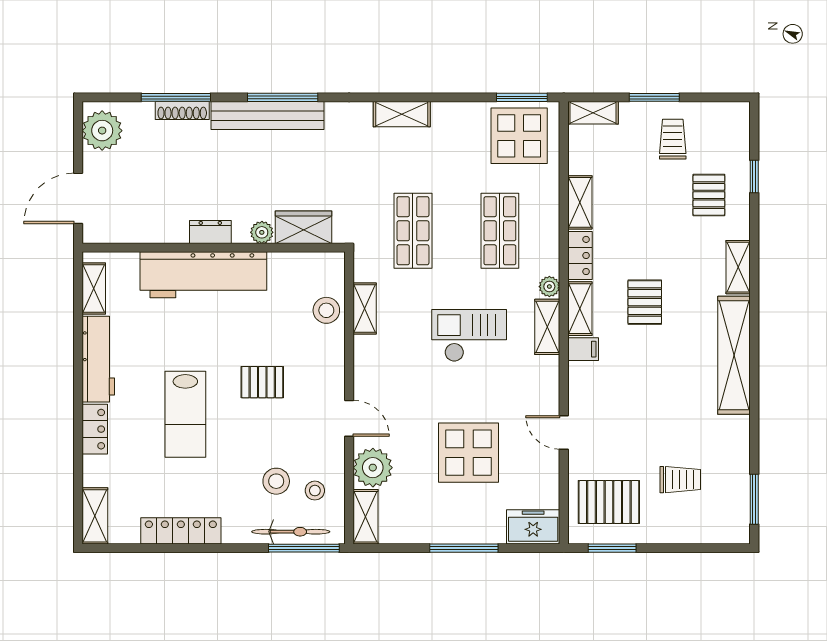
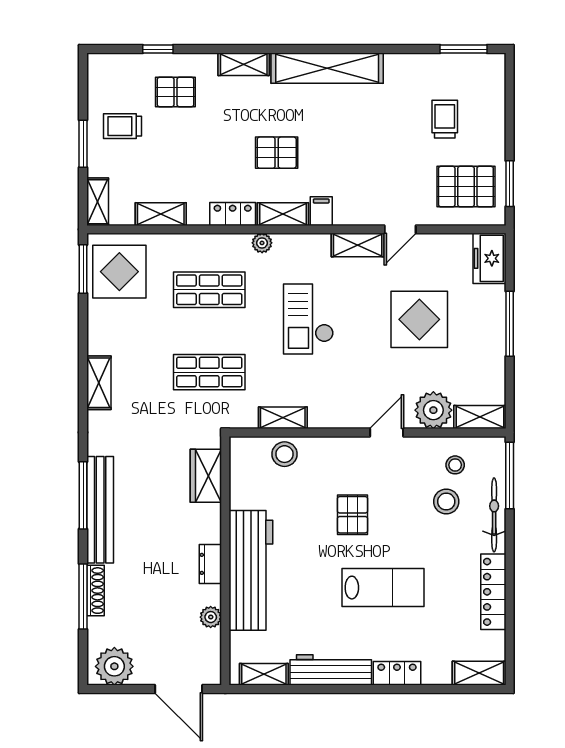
shelving: (580, 202) -> (161, 214), moved
plant: (262, 232) -> (211, 617), moved
shelving: (547, 327) -> (358, 245), moved
pallet: (609, 502) -> (466, 187), turned 90
bicycle: (291, 532) -> (494, 515), moved

